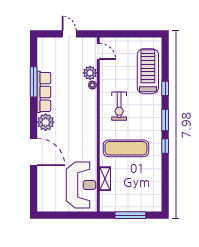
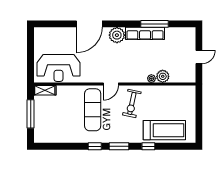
door: (98, 52) -> (111, 84), moved
exercise bike: (119, 106) -> (132, 103), turned -78
shelving: (105, 179) -> (45, 90), moved

